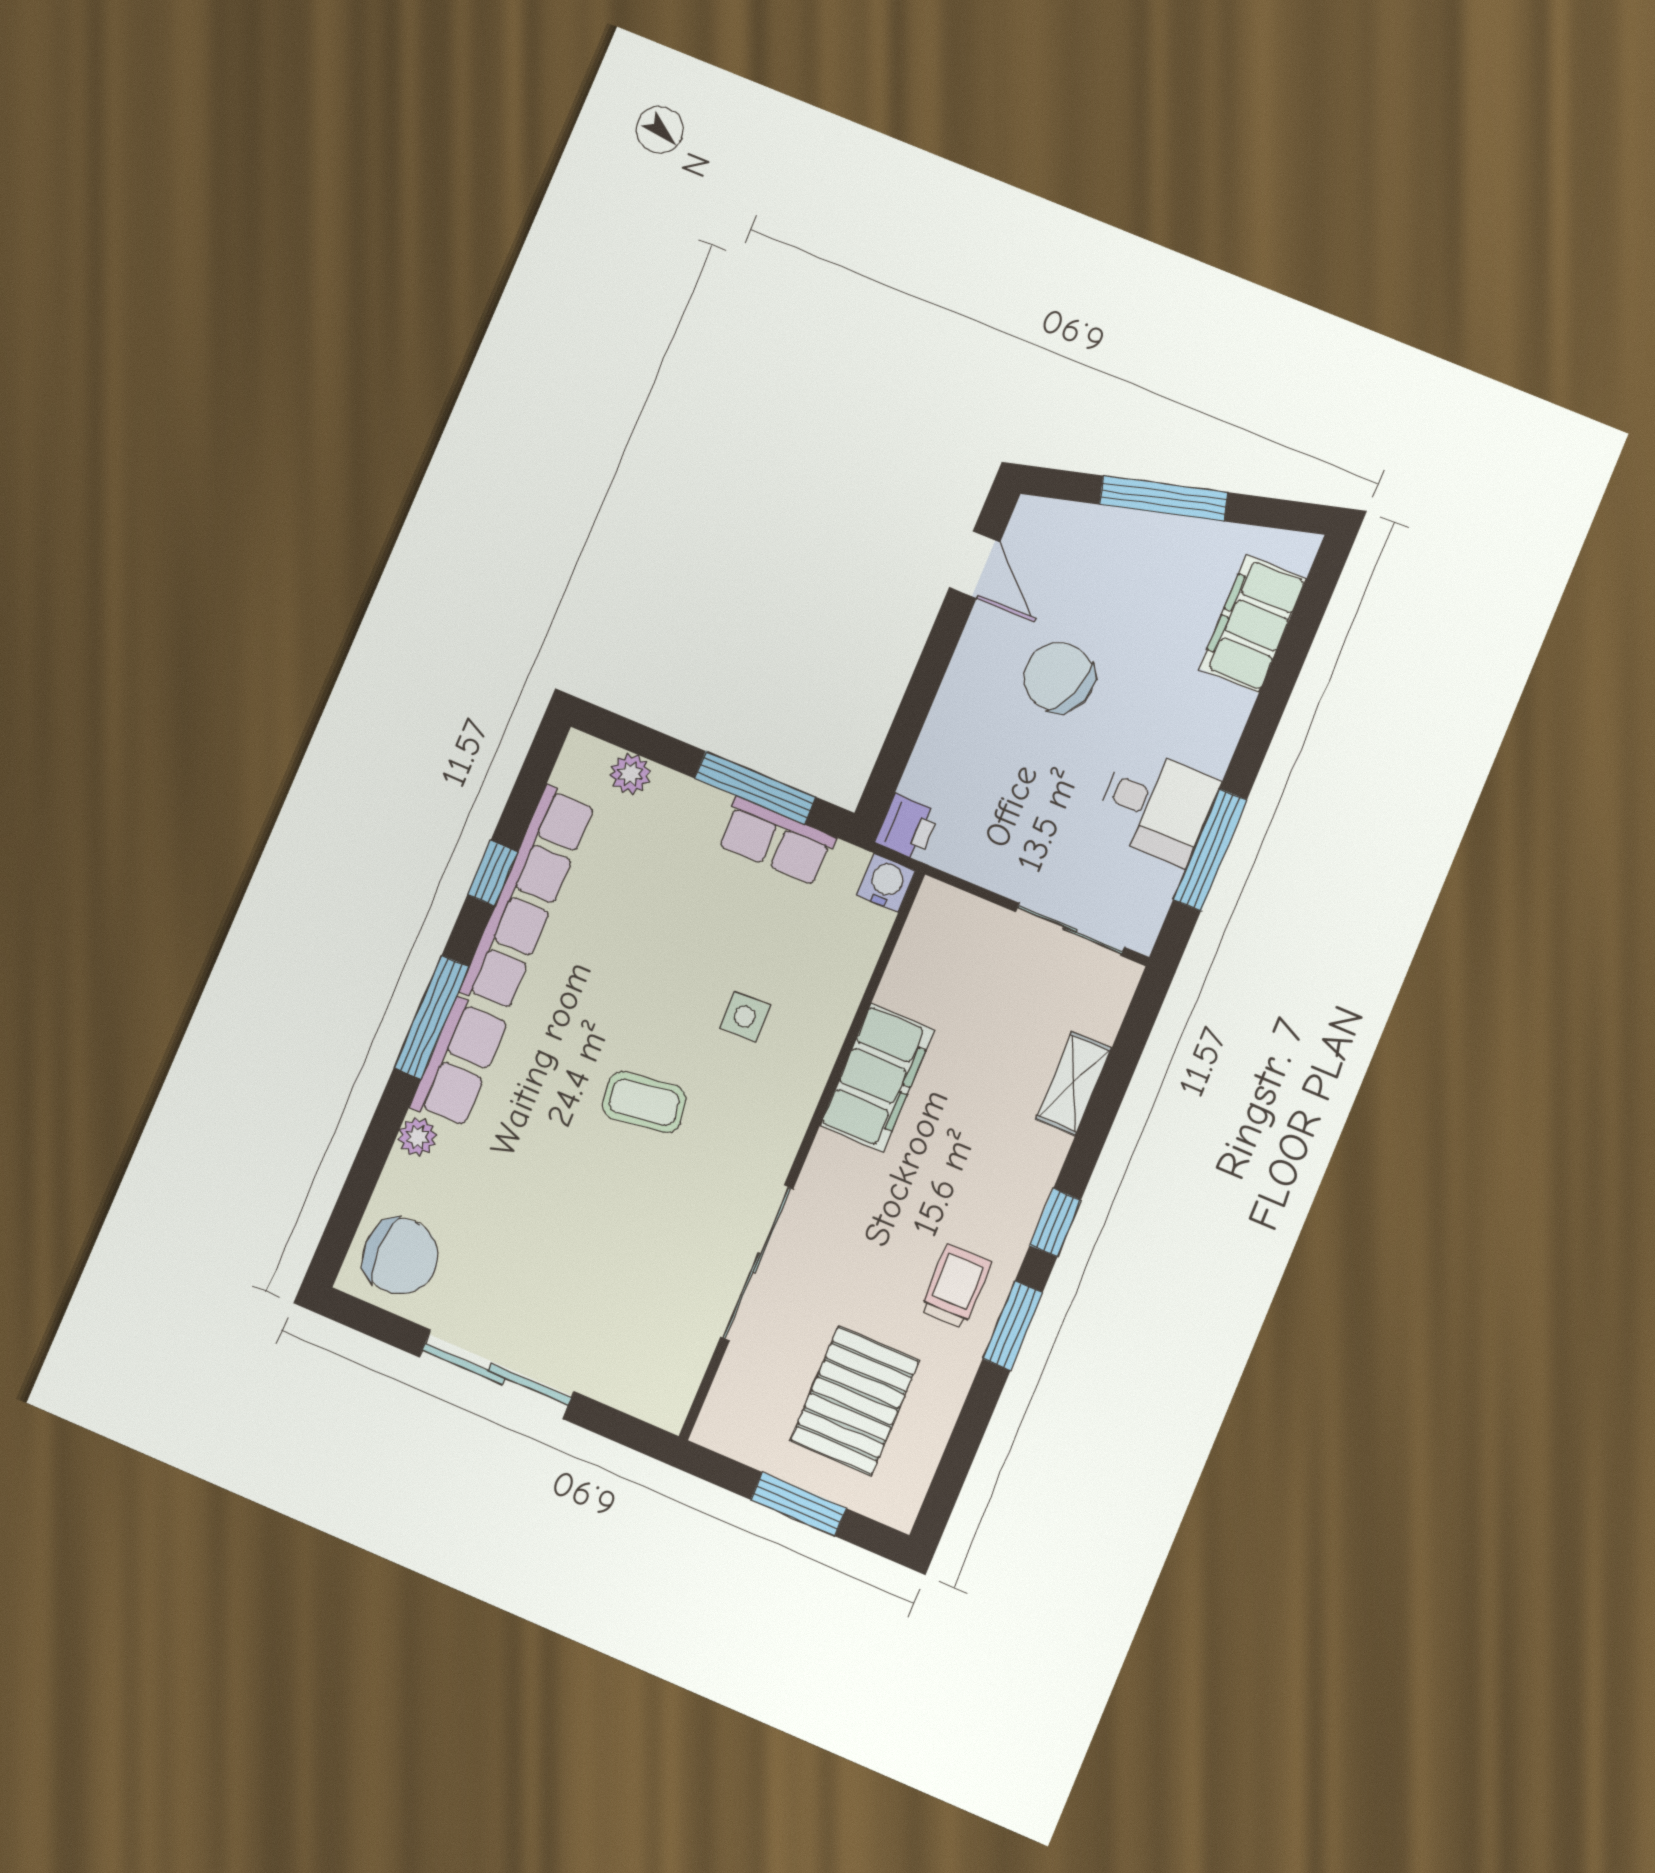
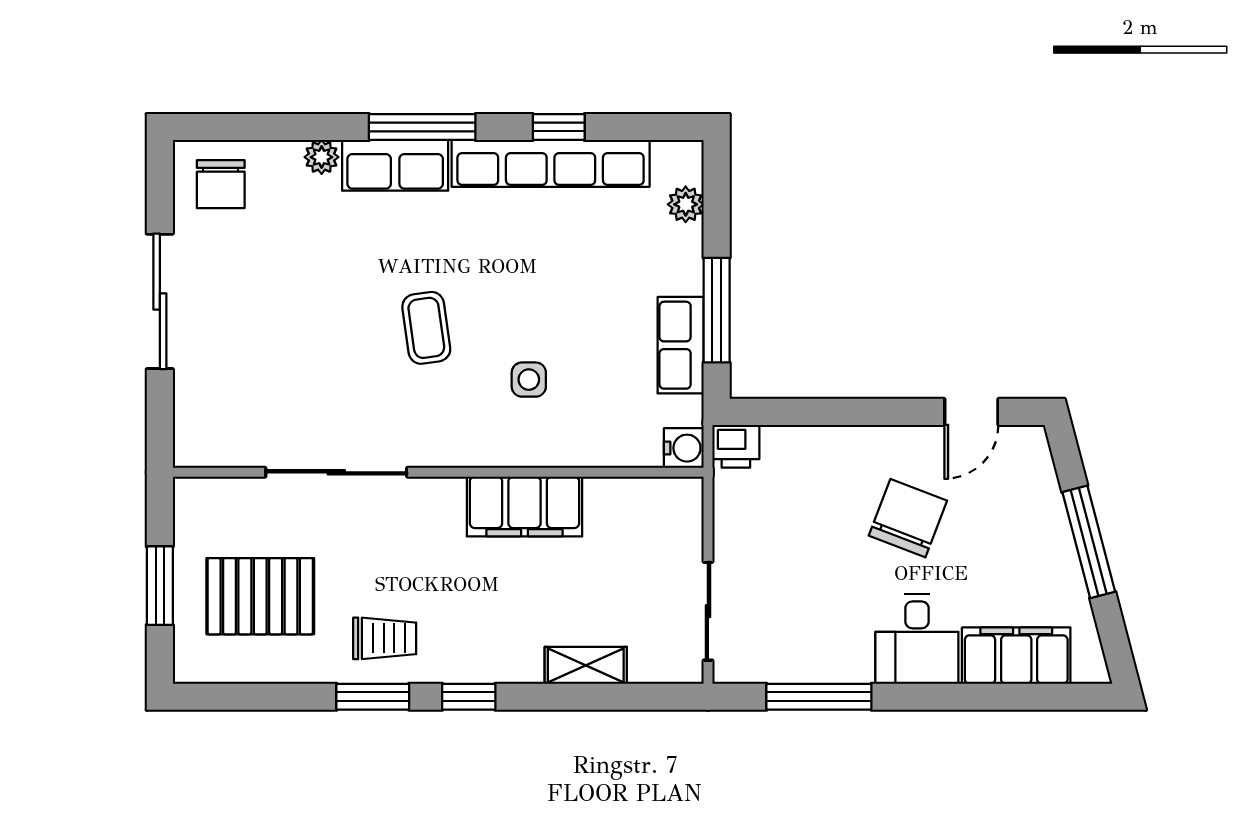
desk: (1156, 805) -> (917, 639), moved
chair: (400, 1256) -> (221, 184), width x0.73, depth x0.73

